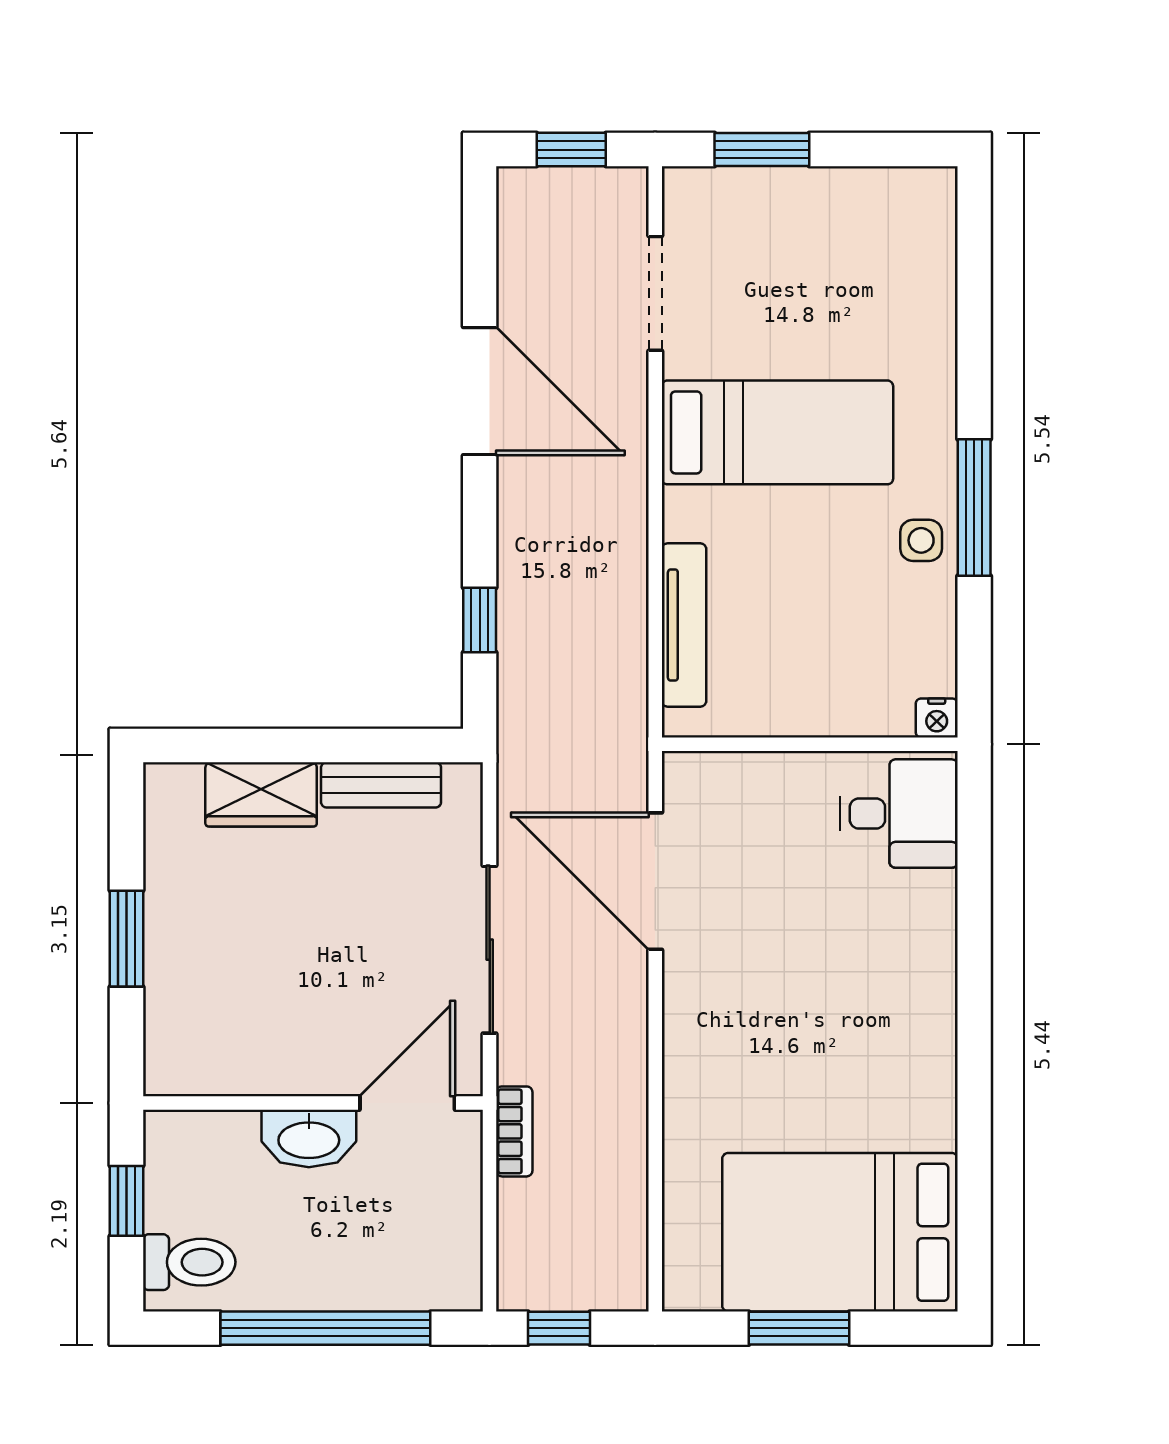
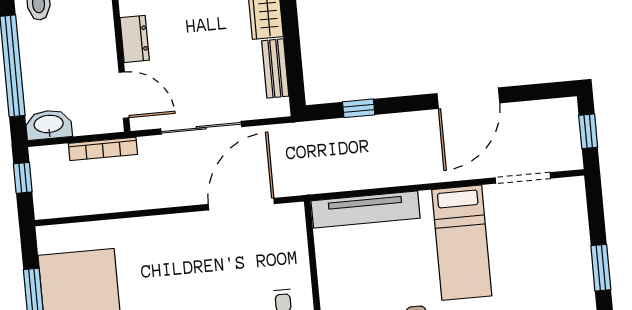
window: (762, 150) -> (601, 268), moved
tv unit: (684, 625) -> (366, 209), width x1.36, depth x1.29
dresser: (293, 1070) -> (135, 39), added
bookcase: (514, 1131) -> (103, 149), width x1.56
washbasin: (309, 1139) -> (49, 125), moved, turned 90

